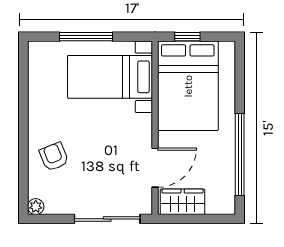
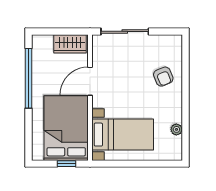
window: (86, 37) -> (140, 164), removed
door: (155, 168) -> (90, 81), moved
plant: (36, 207) -> (176, 129), moved

